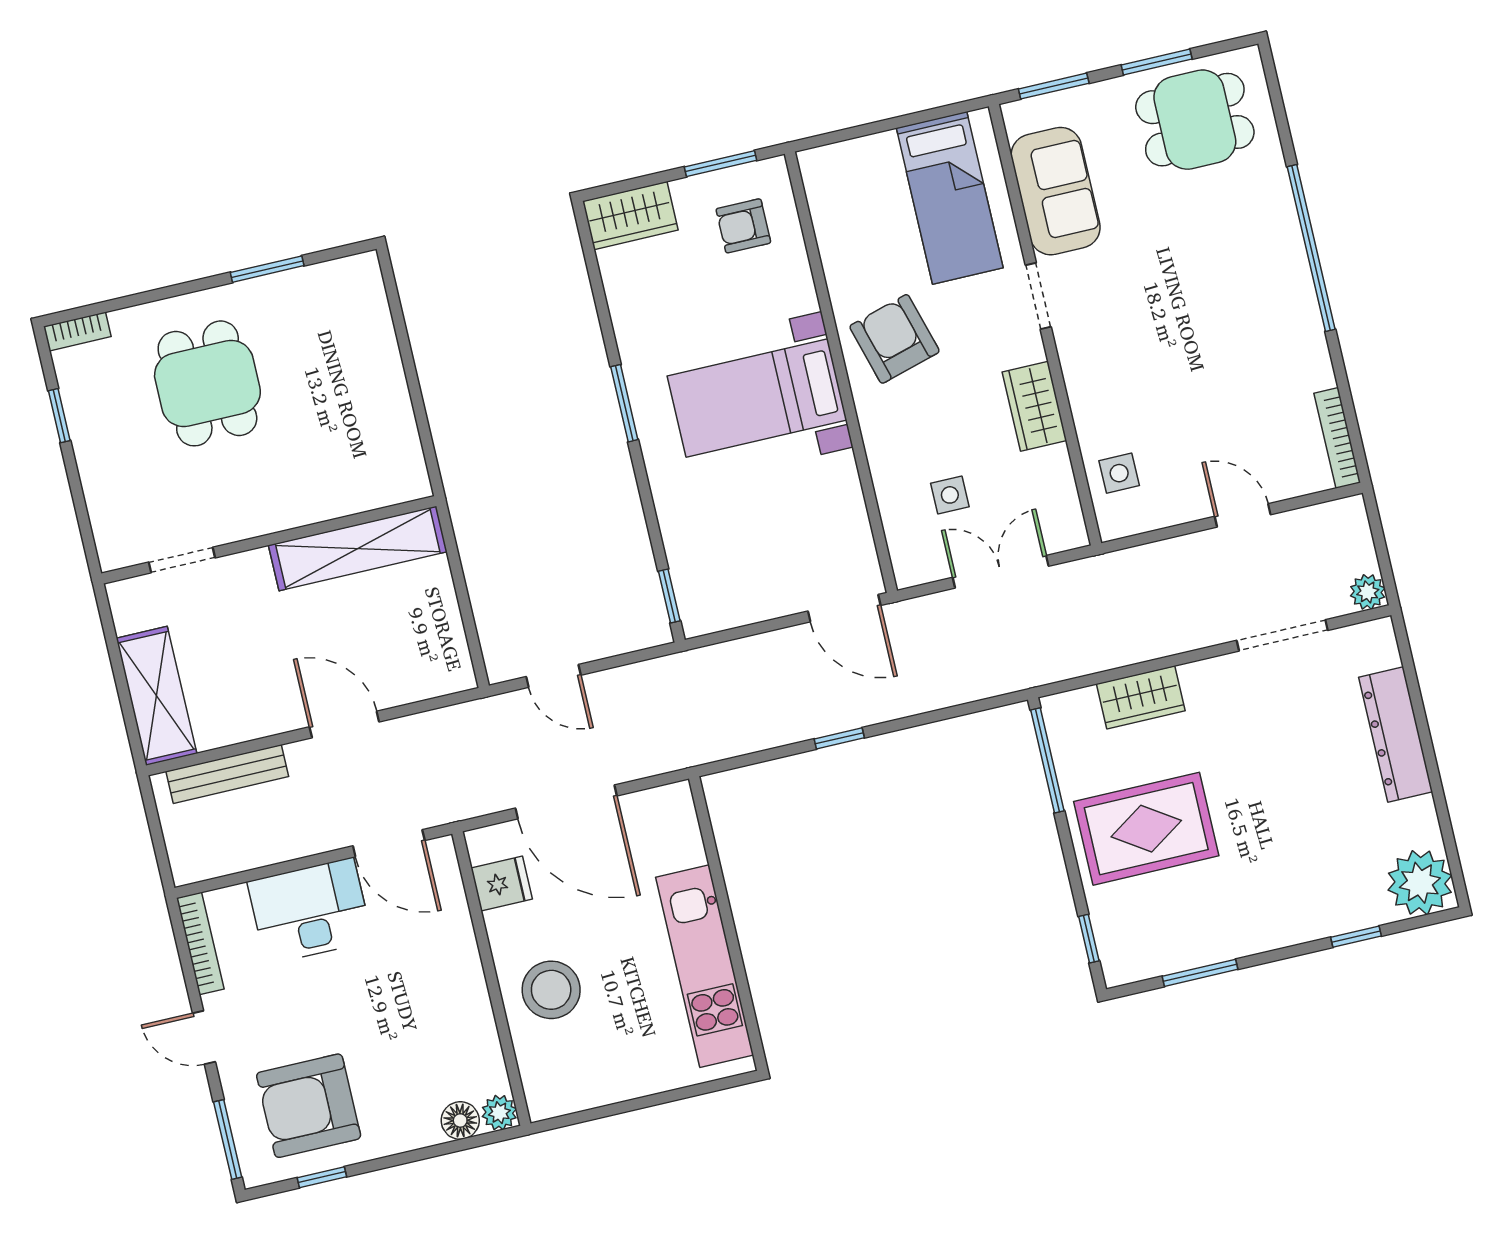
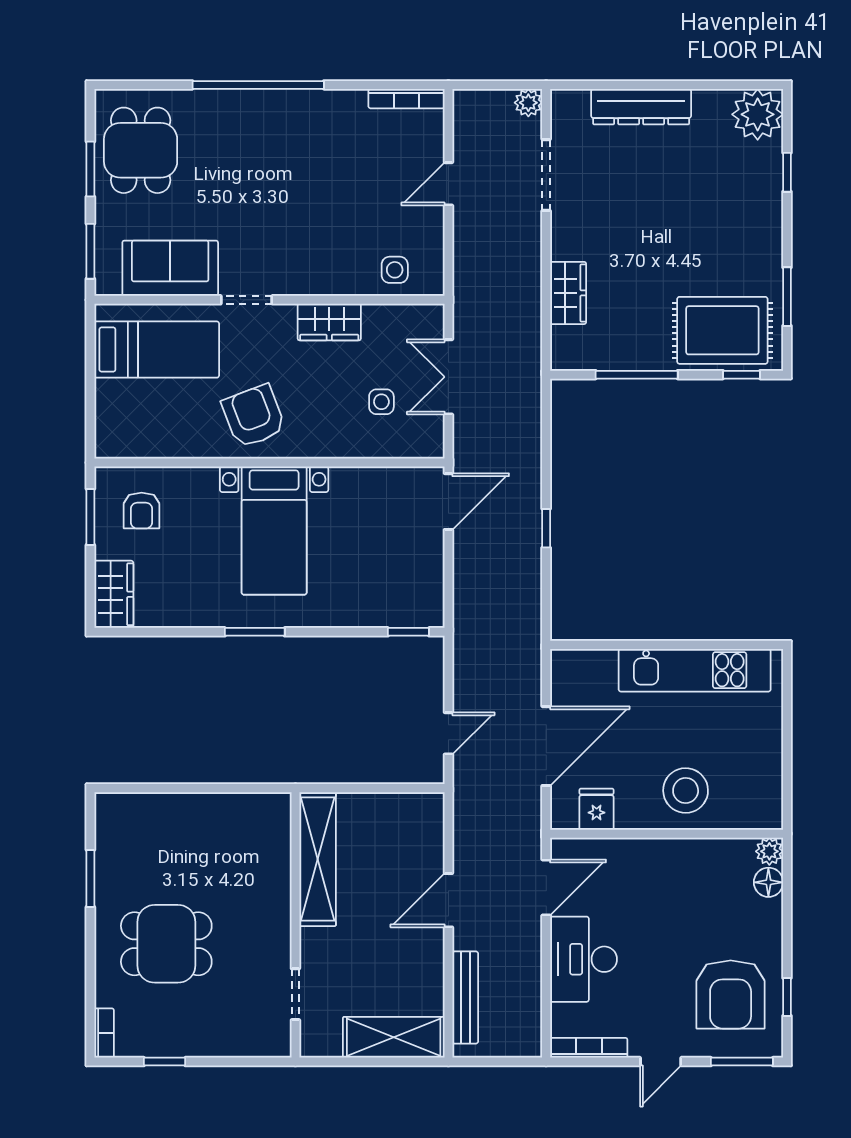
armchair: (895, 339) -> (254, 416), turned 85
window: (1047, 760) -> (637, 375), moved
rug: (1146, 829) -> (722, 330), moved, turned 90

